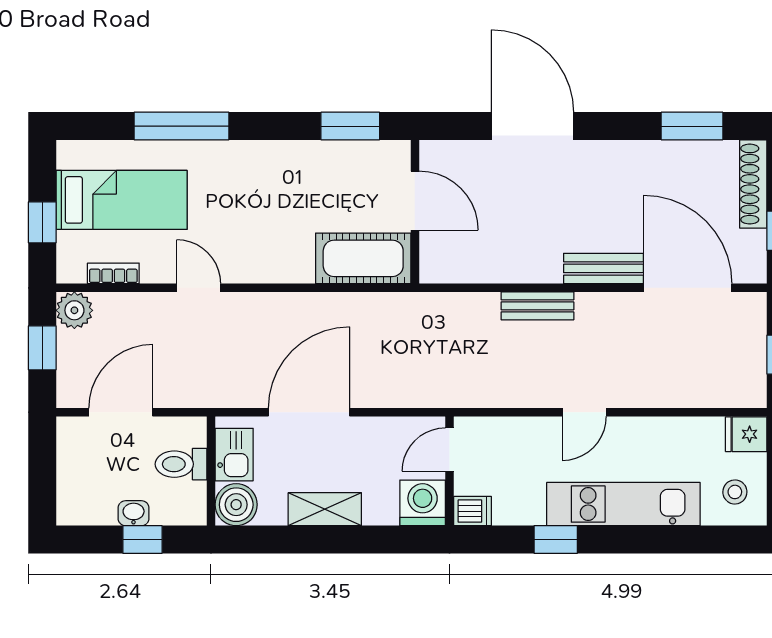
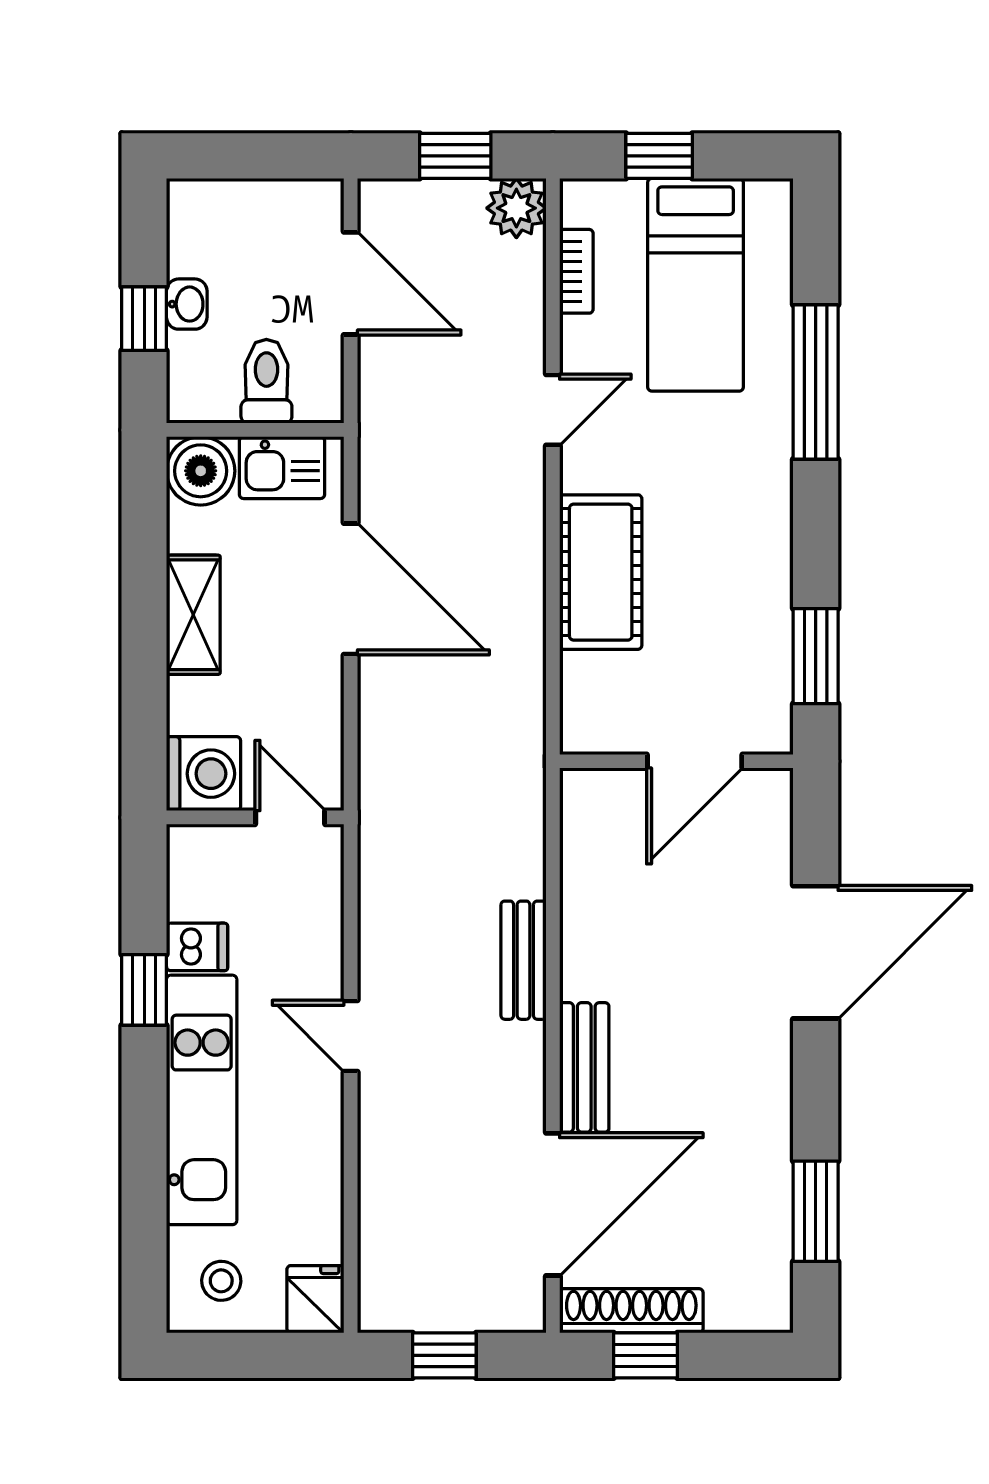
shoe rack: (753, 184) -> (631, 1311), moved
cot: (363, 258) -> (601, 572), moved
dishwasher: (473, 511) -> (197, 947), moved, turned -90

